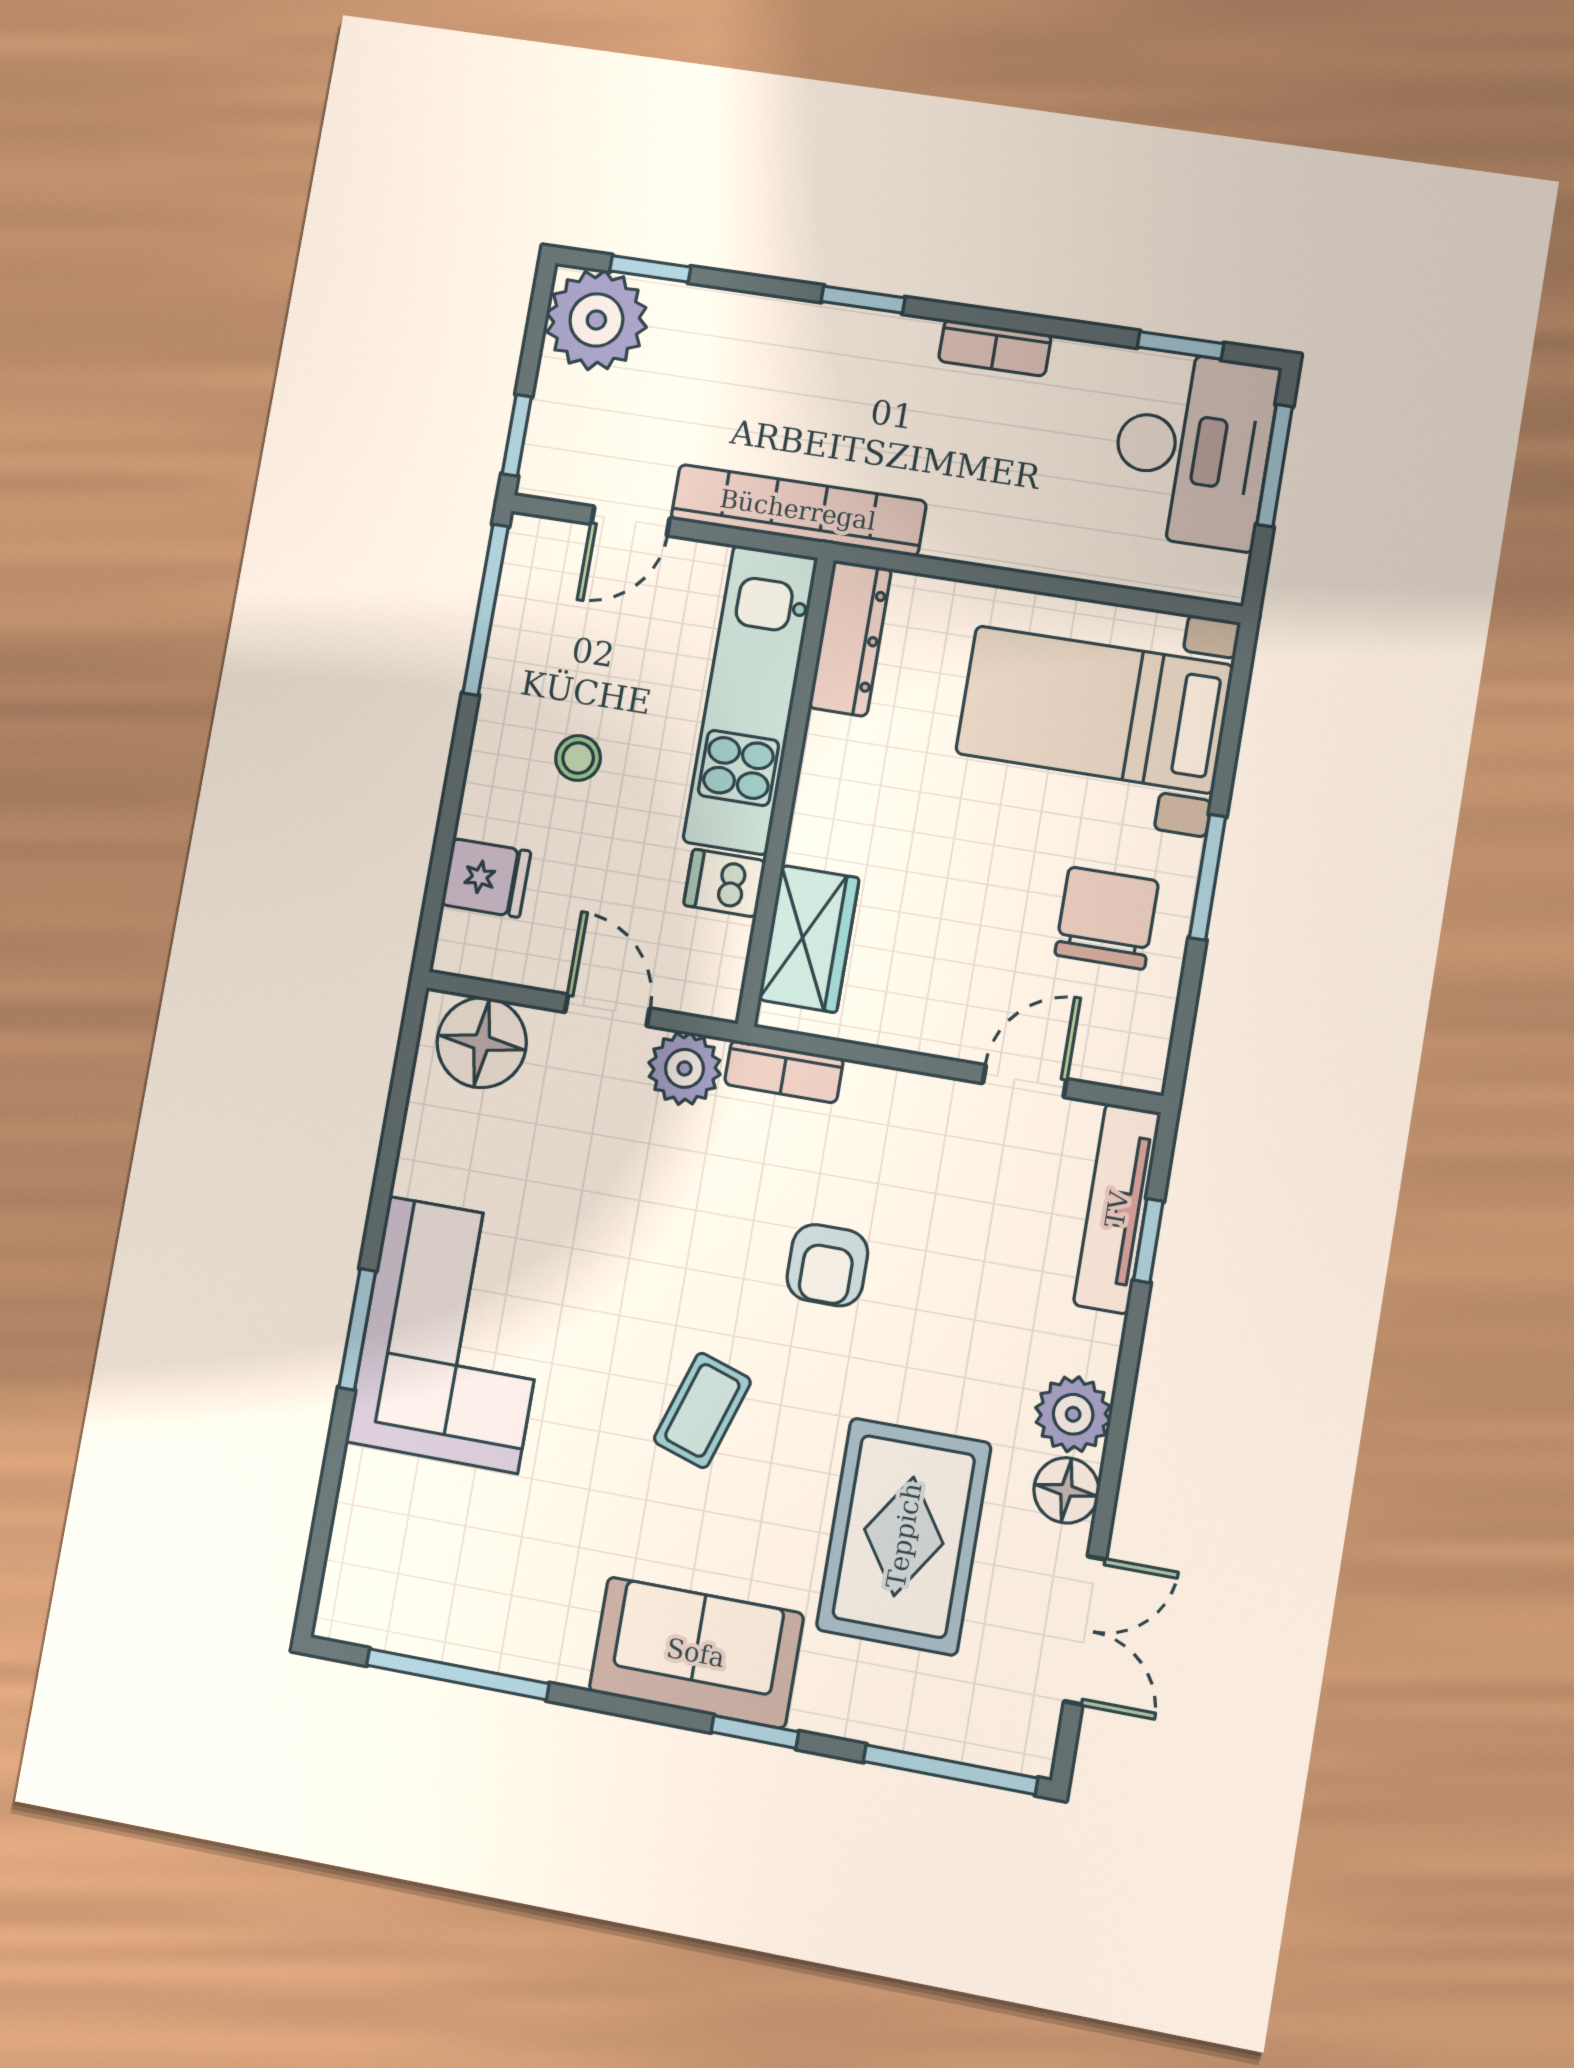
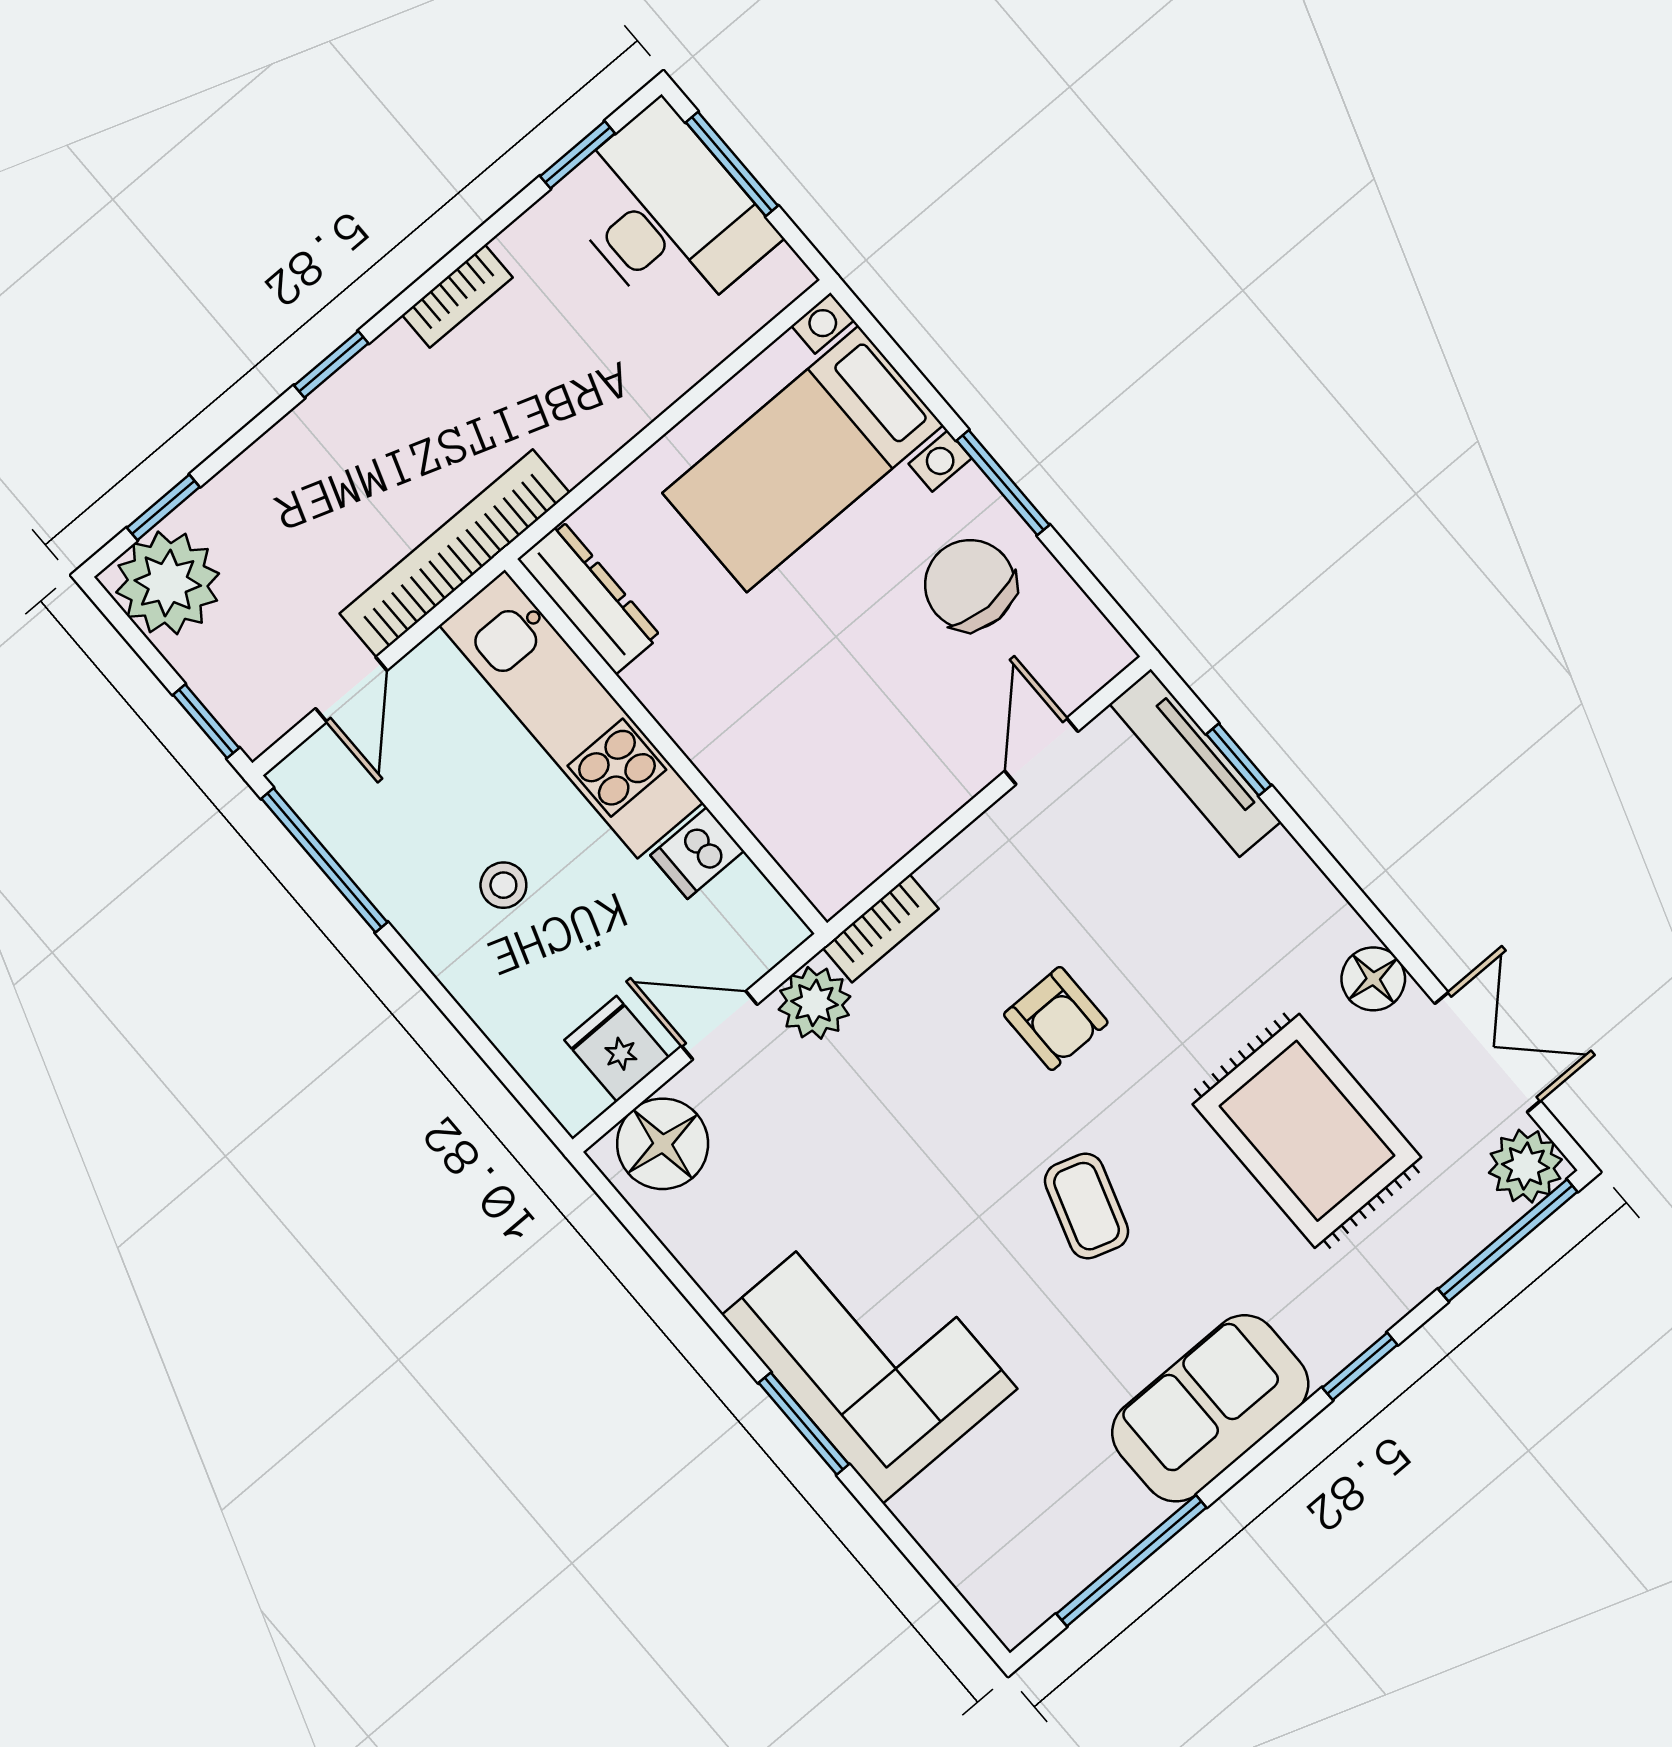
fridge: (486, 878) -> (617, 1049), moved, turned -90
wardrobe: (809, 939) -> (795, 824), removed
plant: (1073, 1414) -> (1525, 1166), moved
sofa: (696, 1653) -> (1210, 1408), moved

